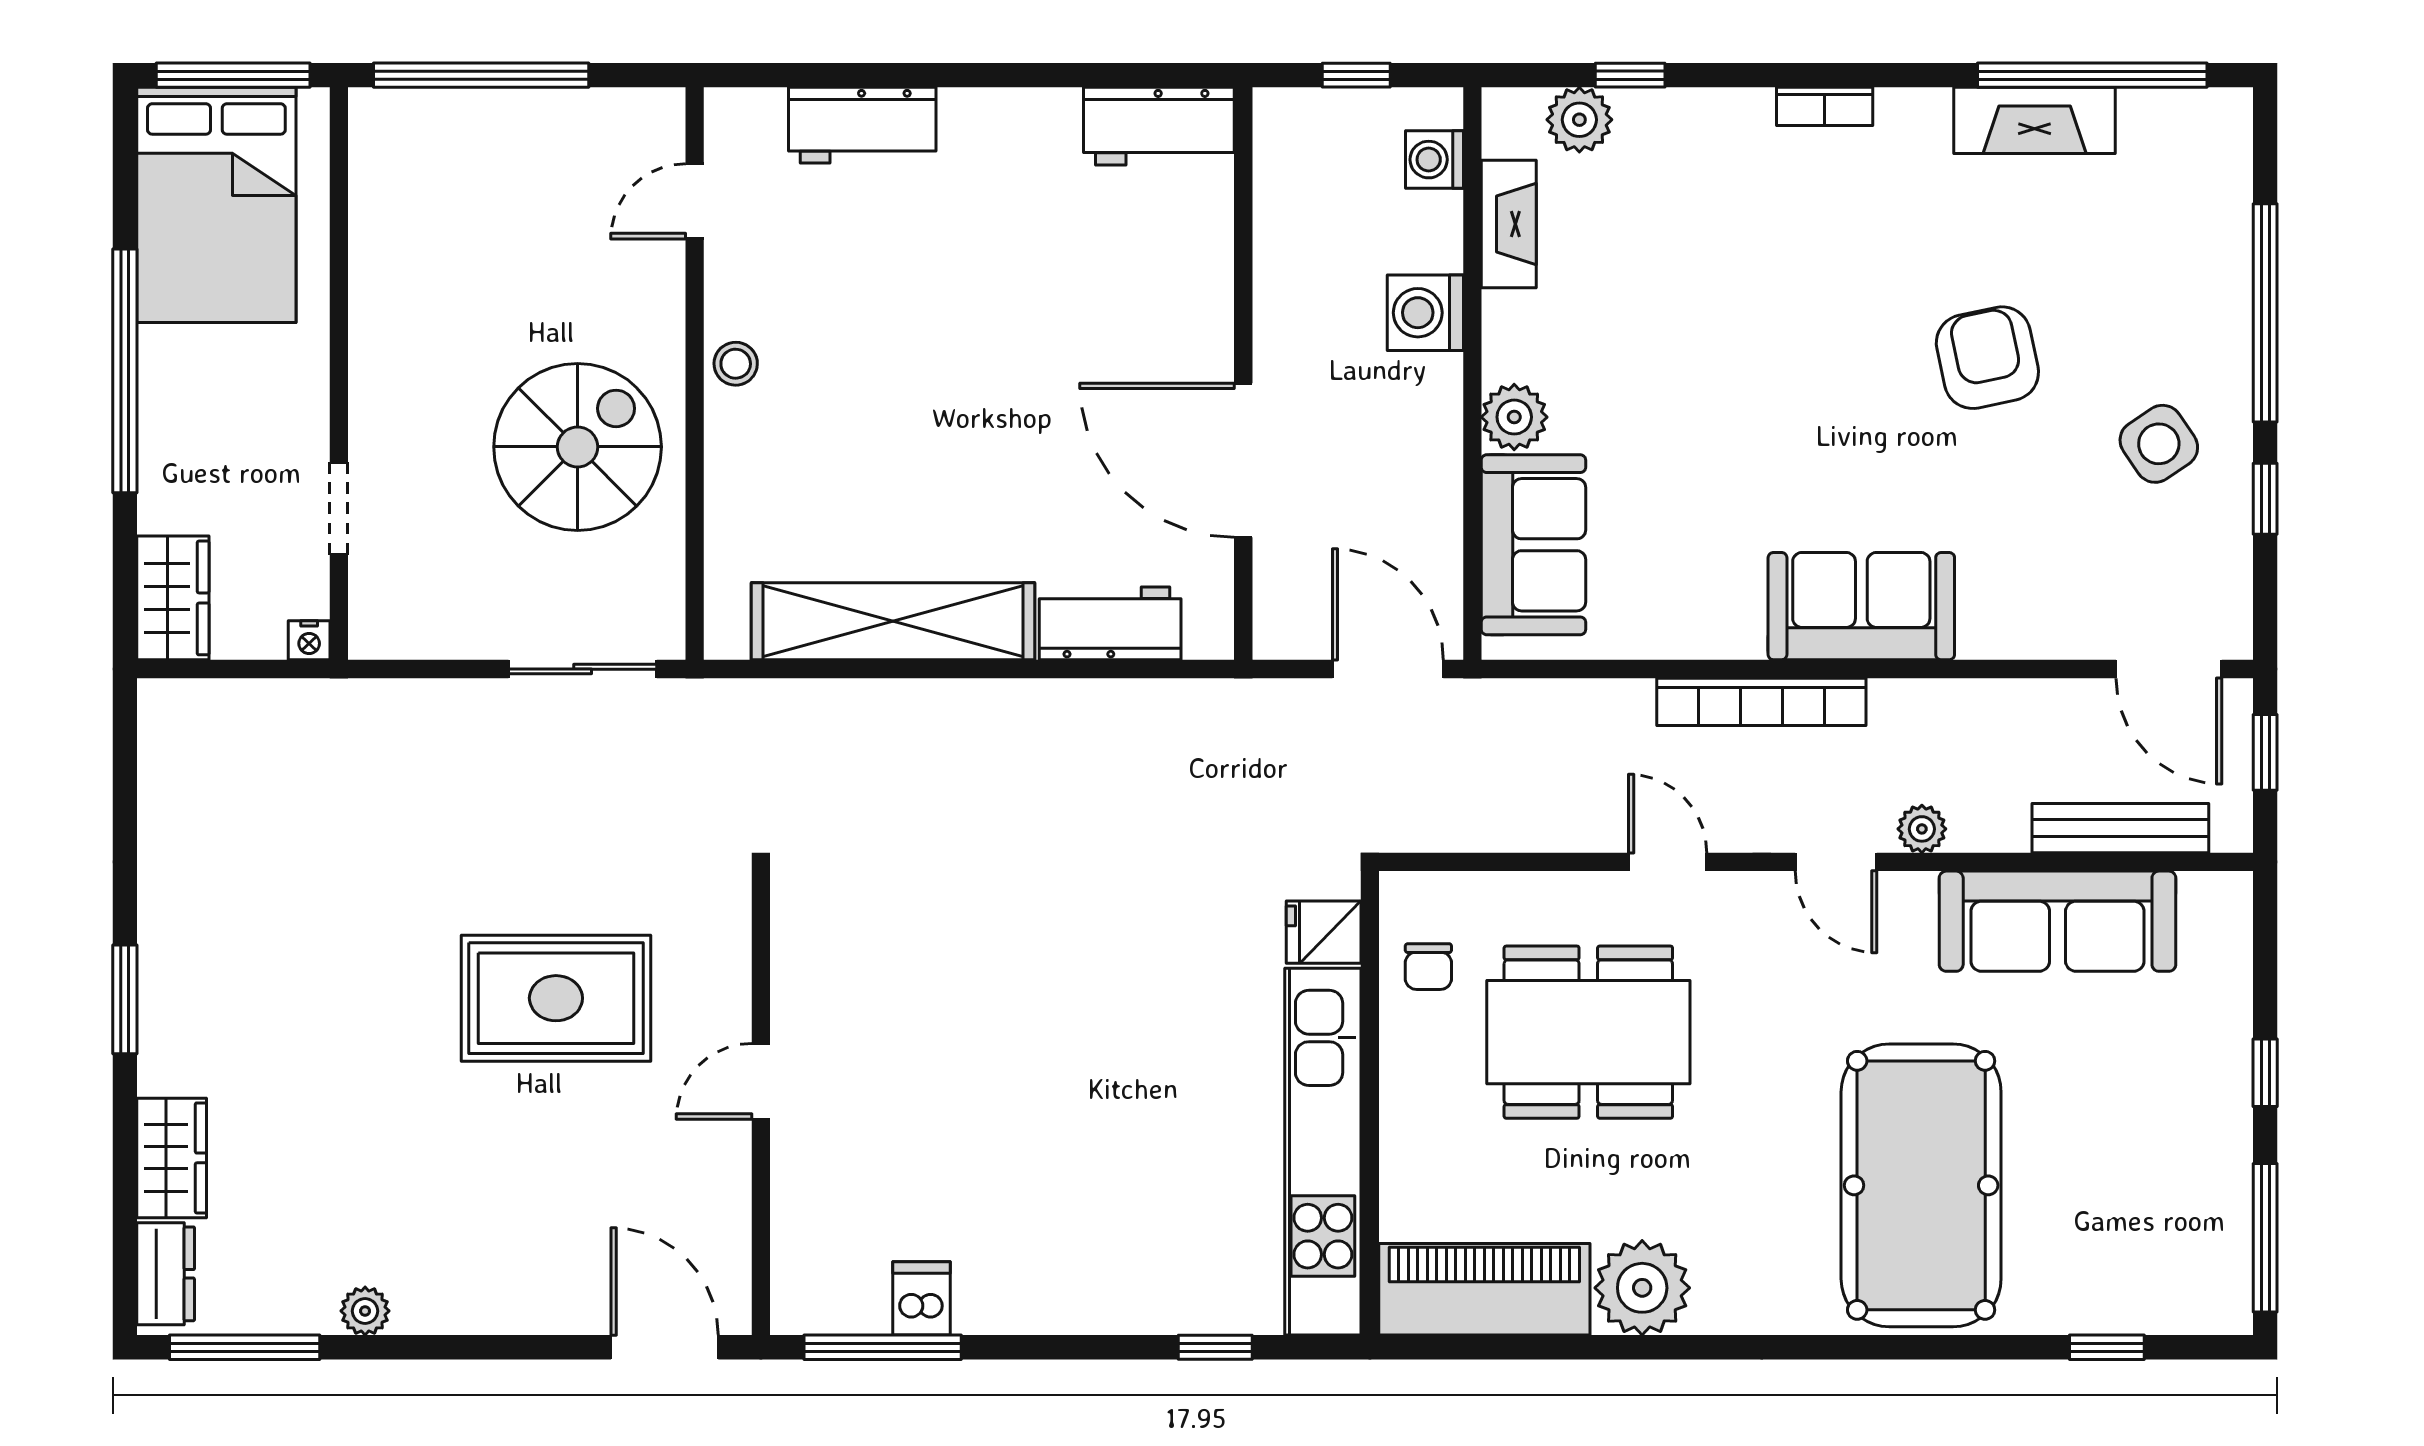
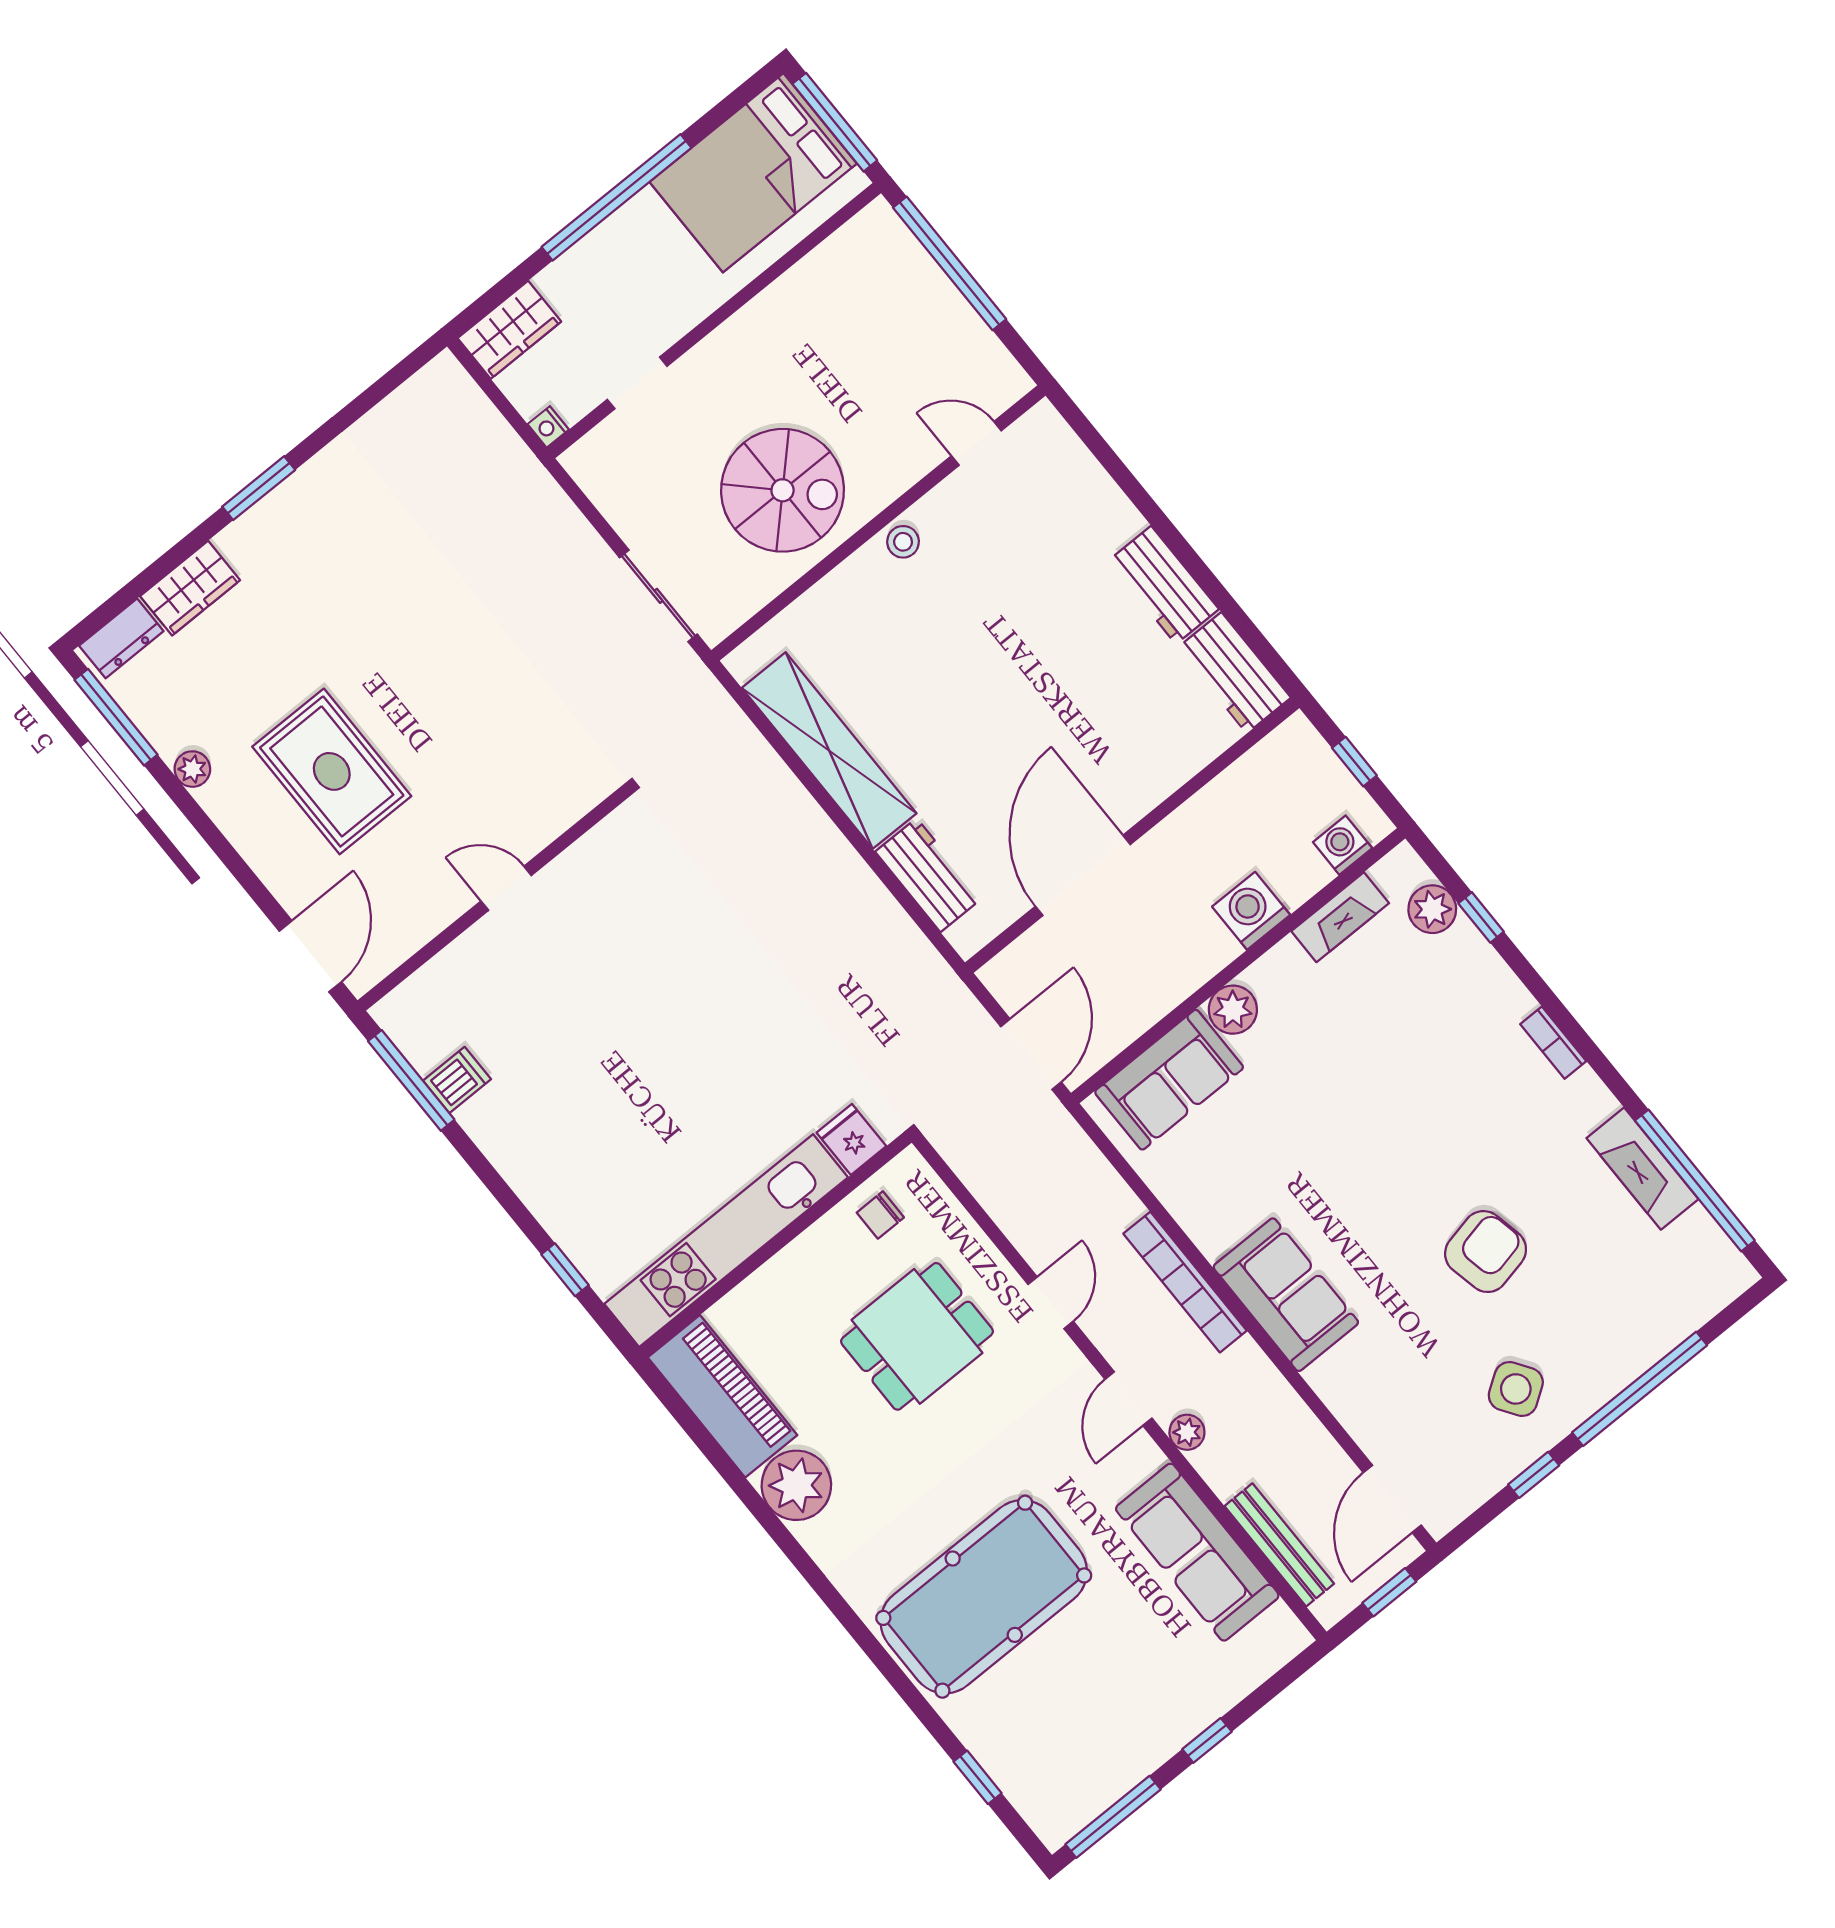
workbench: (862, 125) -> (1164, 585), moved
rug: (556, 998) -> (332, 771), moved
dining table: (1588, 1032) -> (917, 1336), width x0.73

